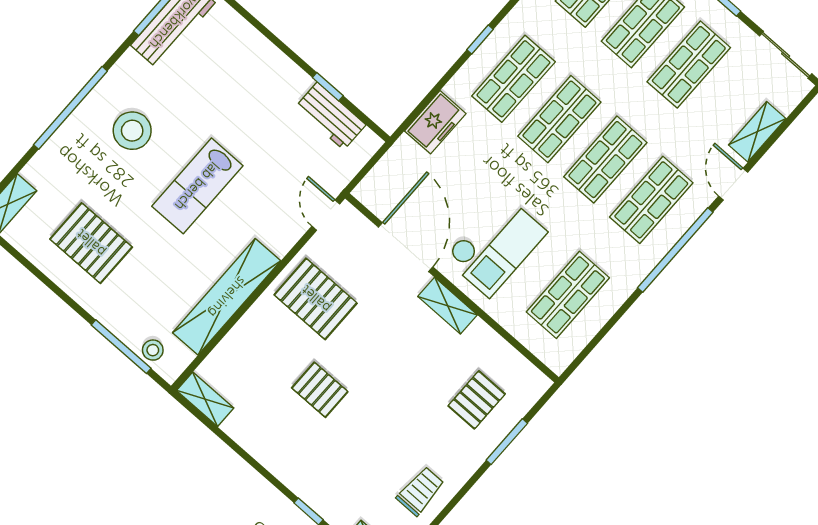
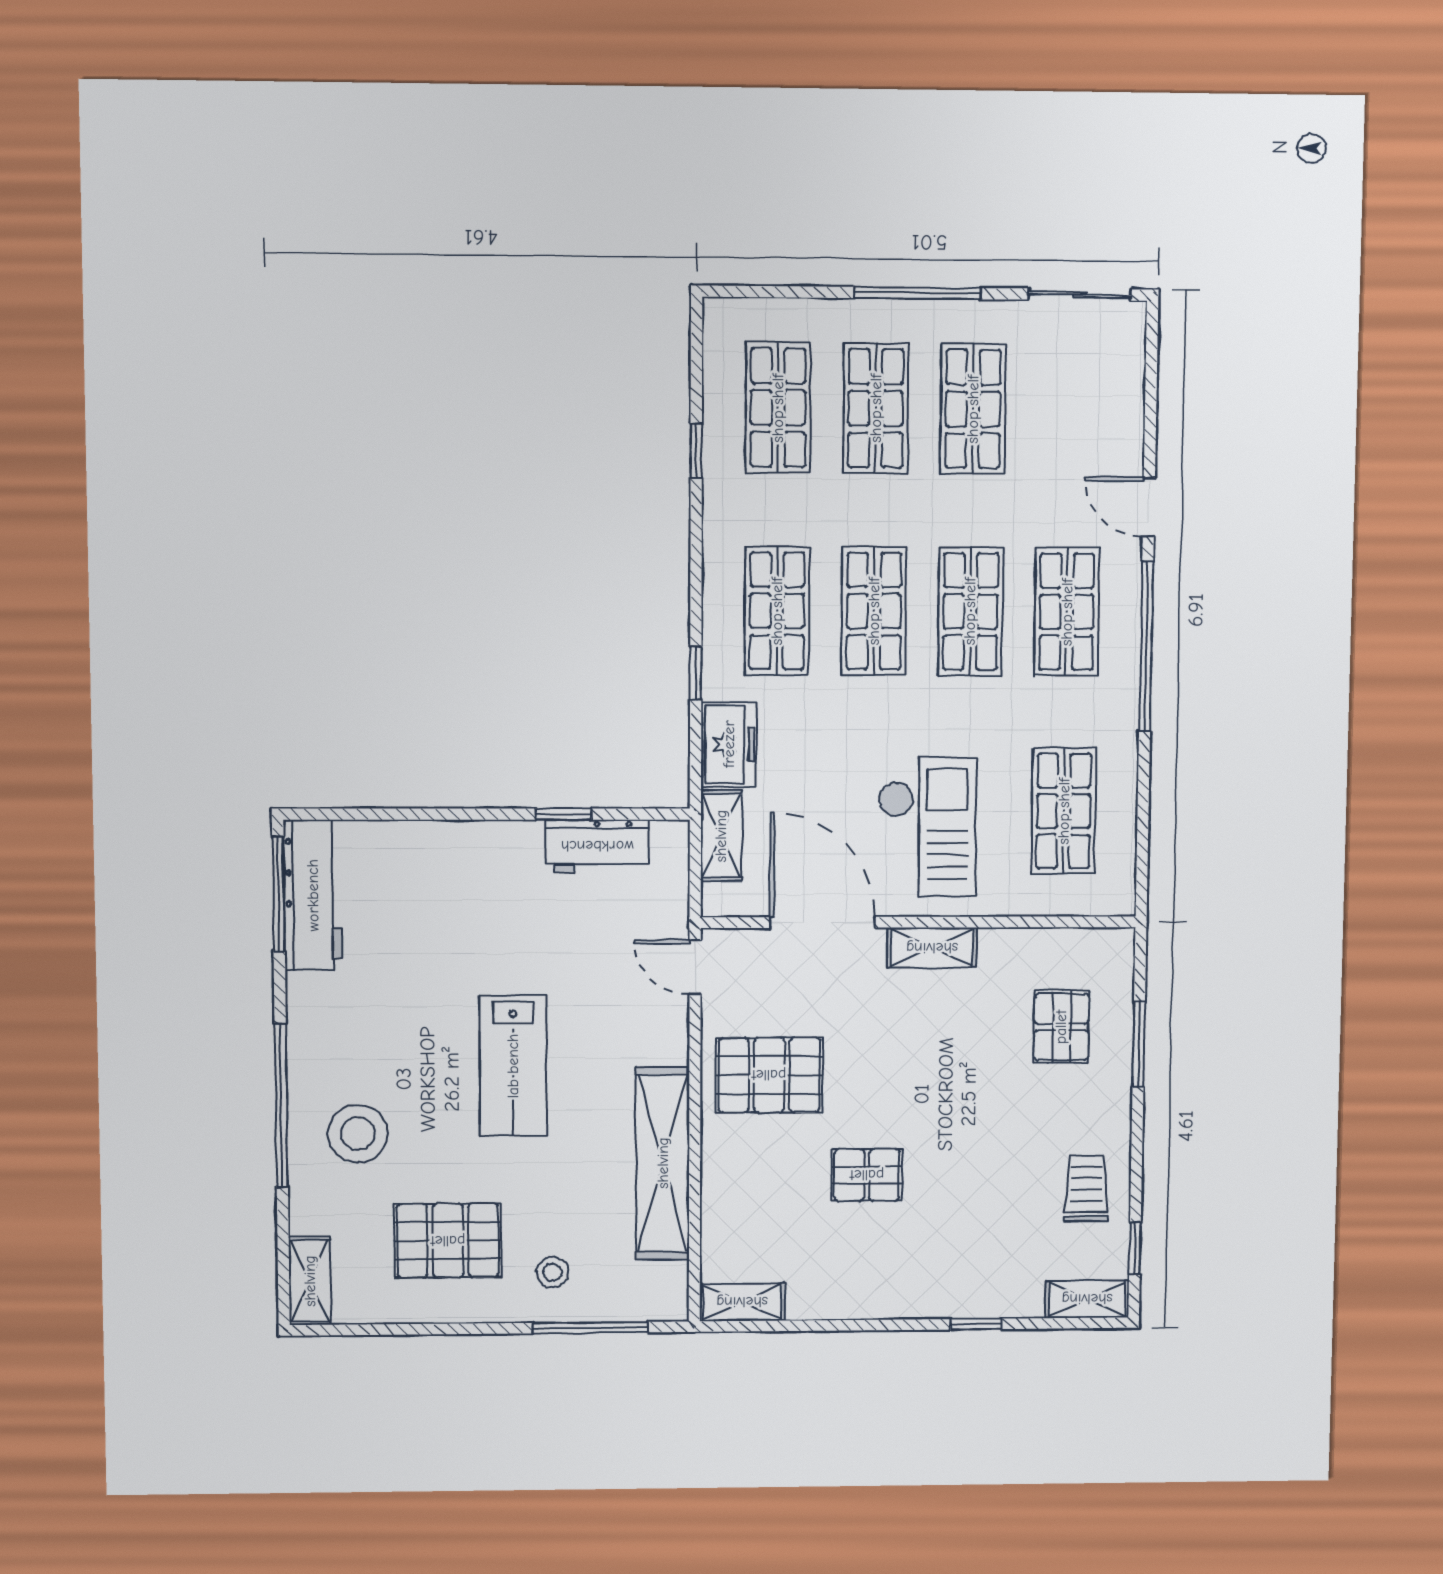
window: (480, 40) -> (696, 673), moved
stool: (132, 131) -> (358, 1134), moved
shelving: (757, 132) -> (721, 836), moved
stool: (153, 350) -> (553, 1272), moved

